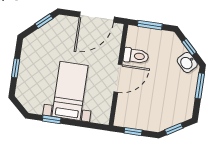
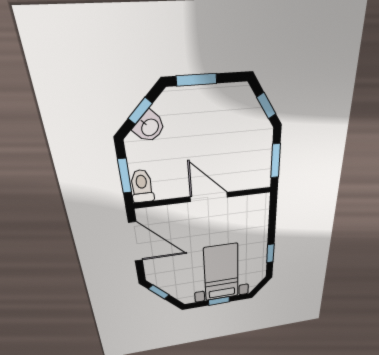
toilet: (136, 56) -> (142, 186), moved
washbasin: (187, 62) -> (149, 127), moved
bed with nightstands: (70, 91) -> (221, 273), moved, turned 90
window: (133, 132) -> (276, 161), width x1.50

